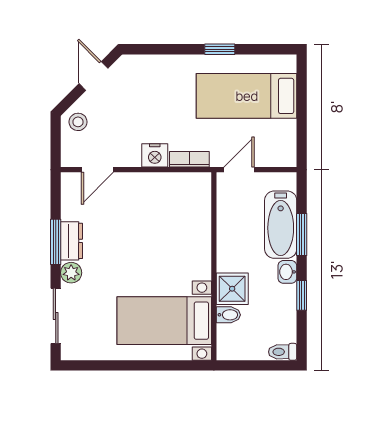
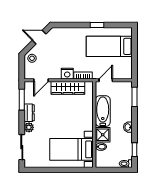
door: (94, 76) -> (39, 37), hinge flipped
wardrobe: (156, 186) -> (68, 88), added
bathtub: (281, 225) -> (103, 111), moved, turned 180
window: (302, 234) -> (135, 97), moved
window: (56, 242) -> (22, 100), moved
window: (302, 295) -> (135, 150), moved

